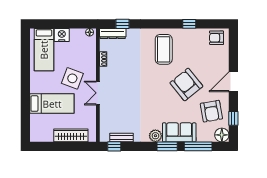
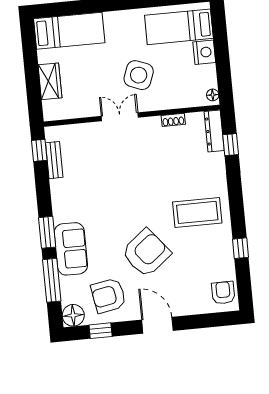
bed: (52, 104) -> (69, 31), moved, turned -90
wardrobe: (71, 135) -> (50, 81), width x0.67
plant: (155, 136) -> (62, 213), removed

